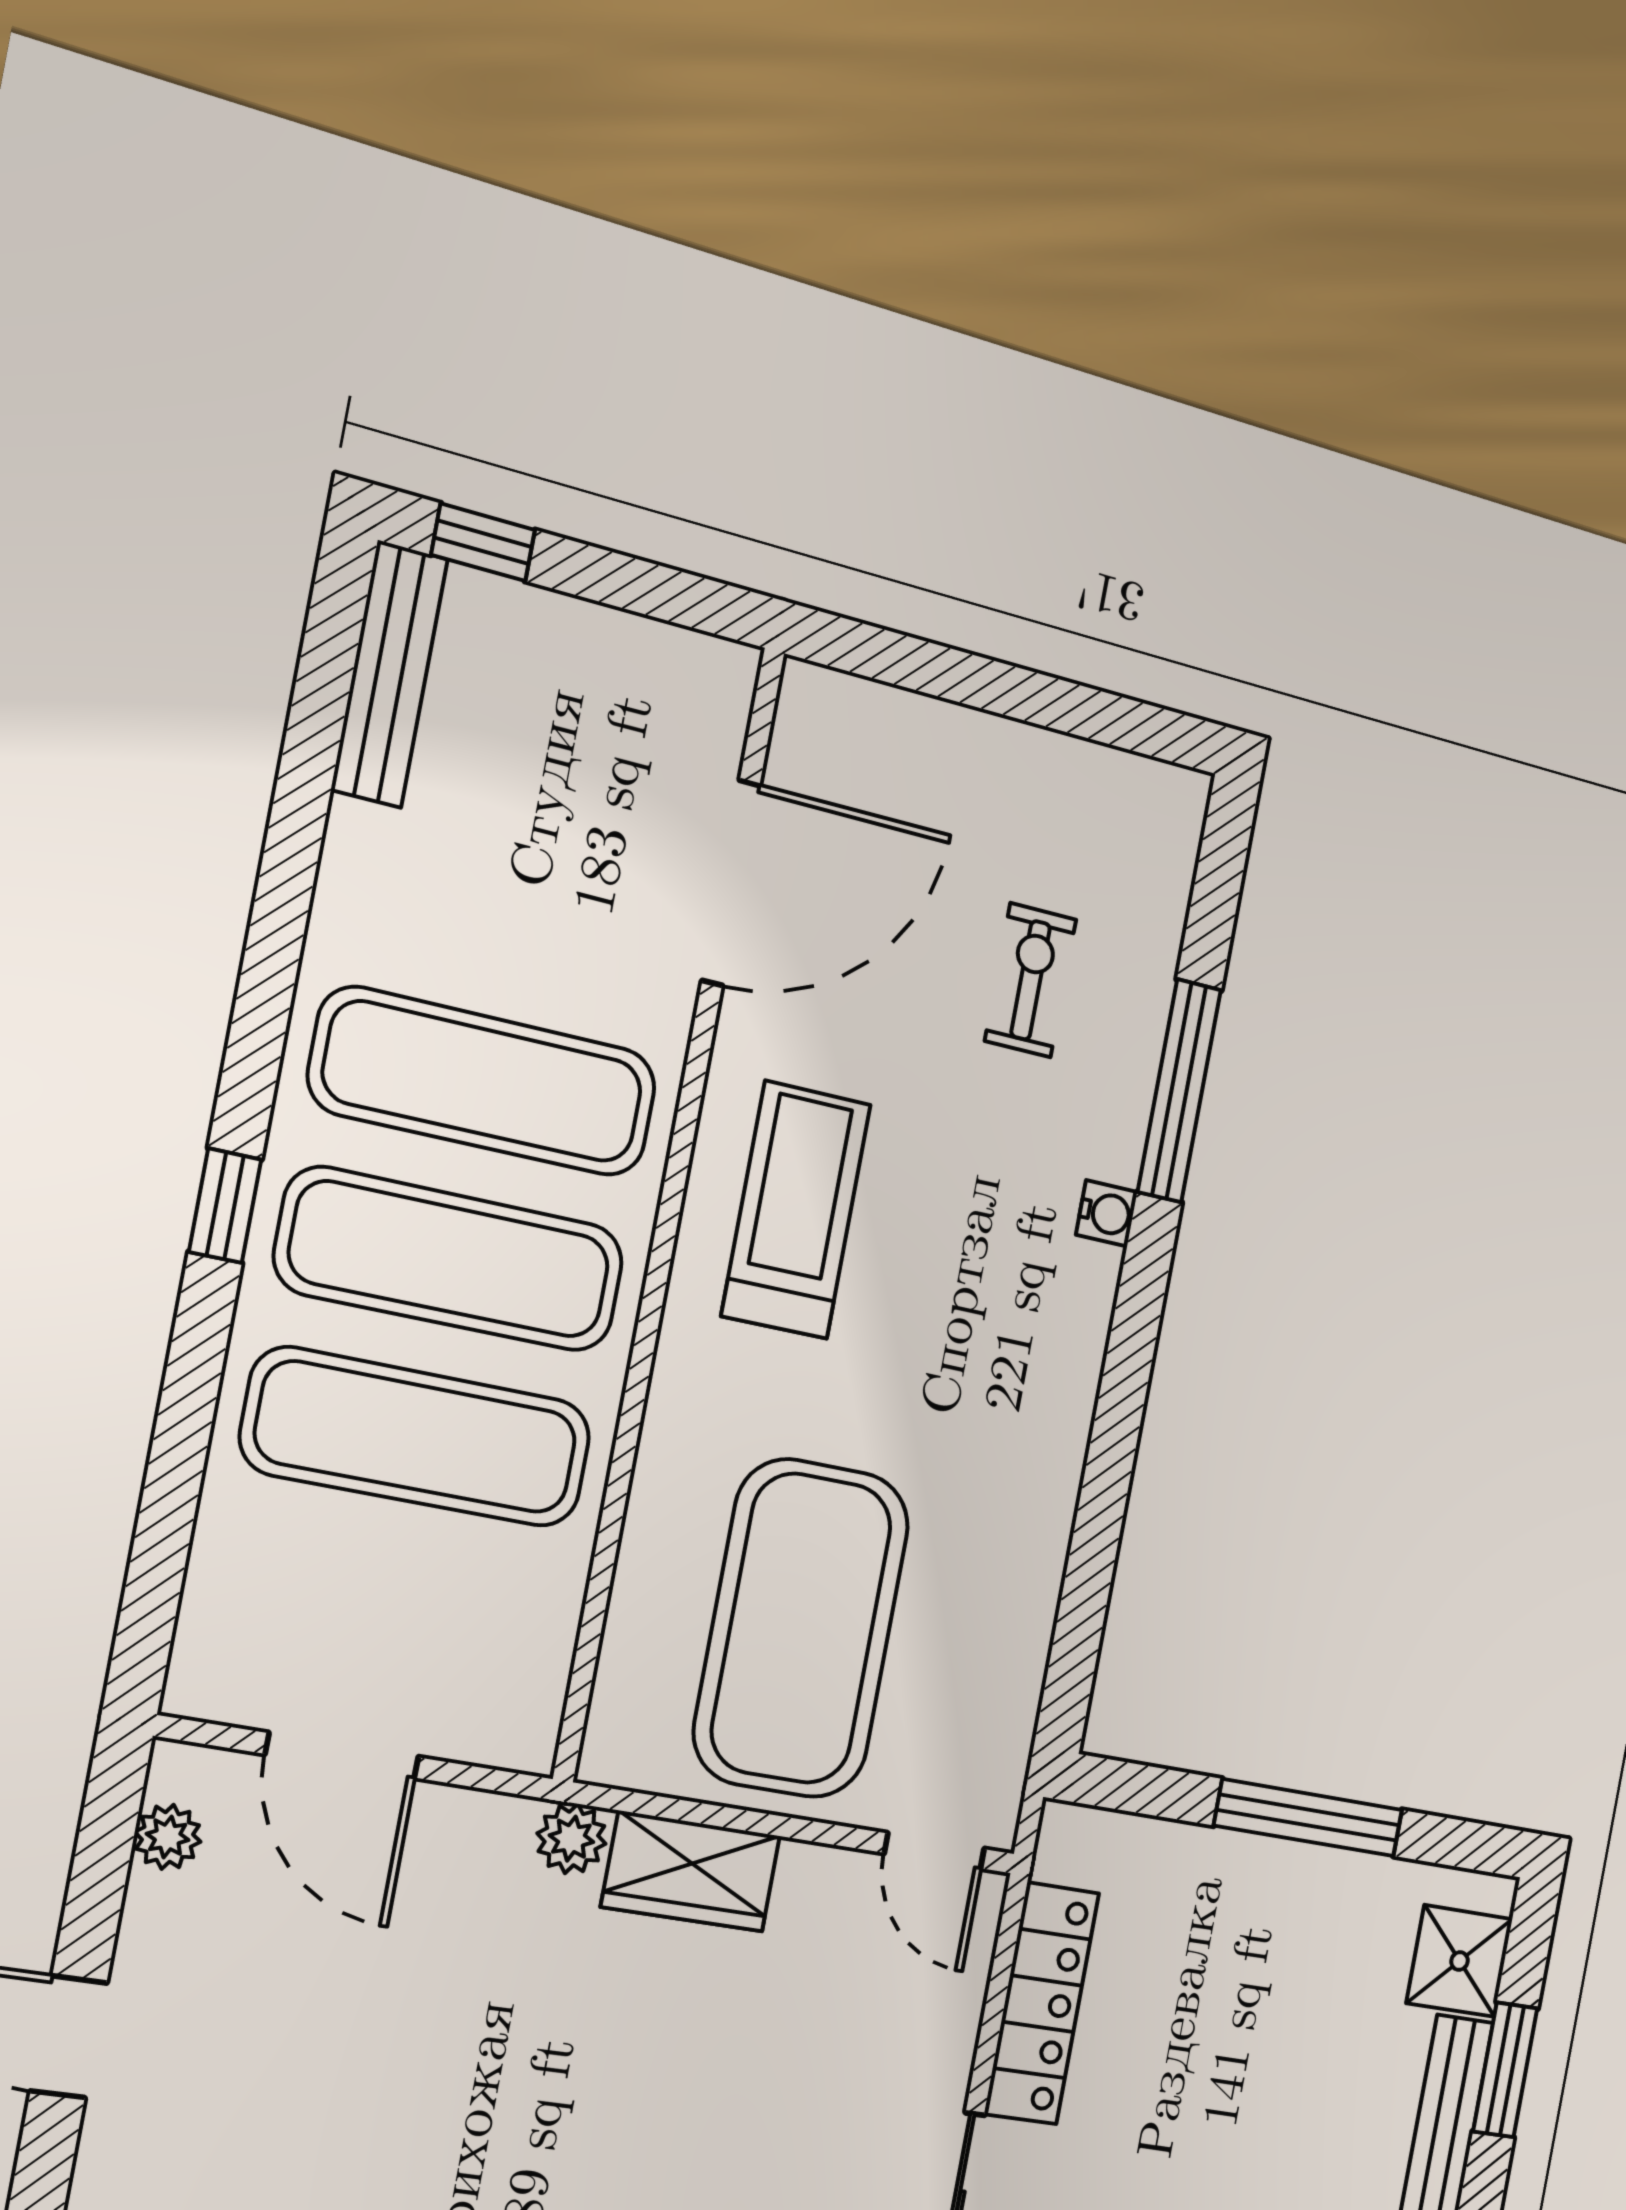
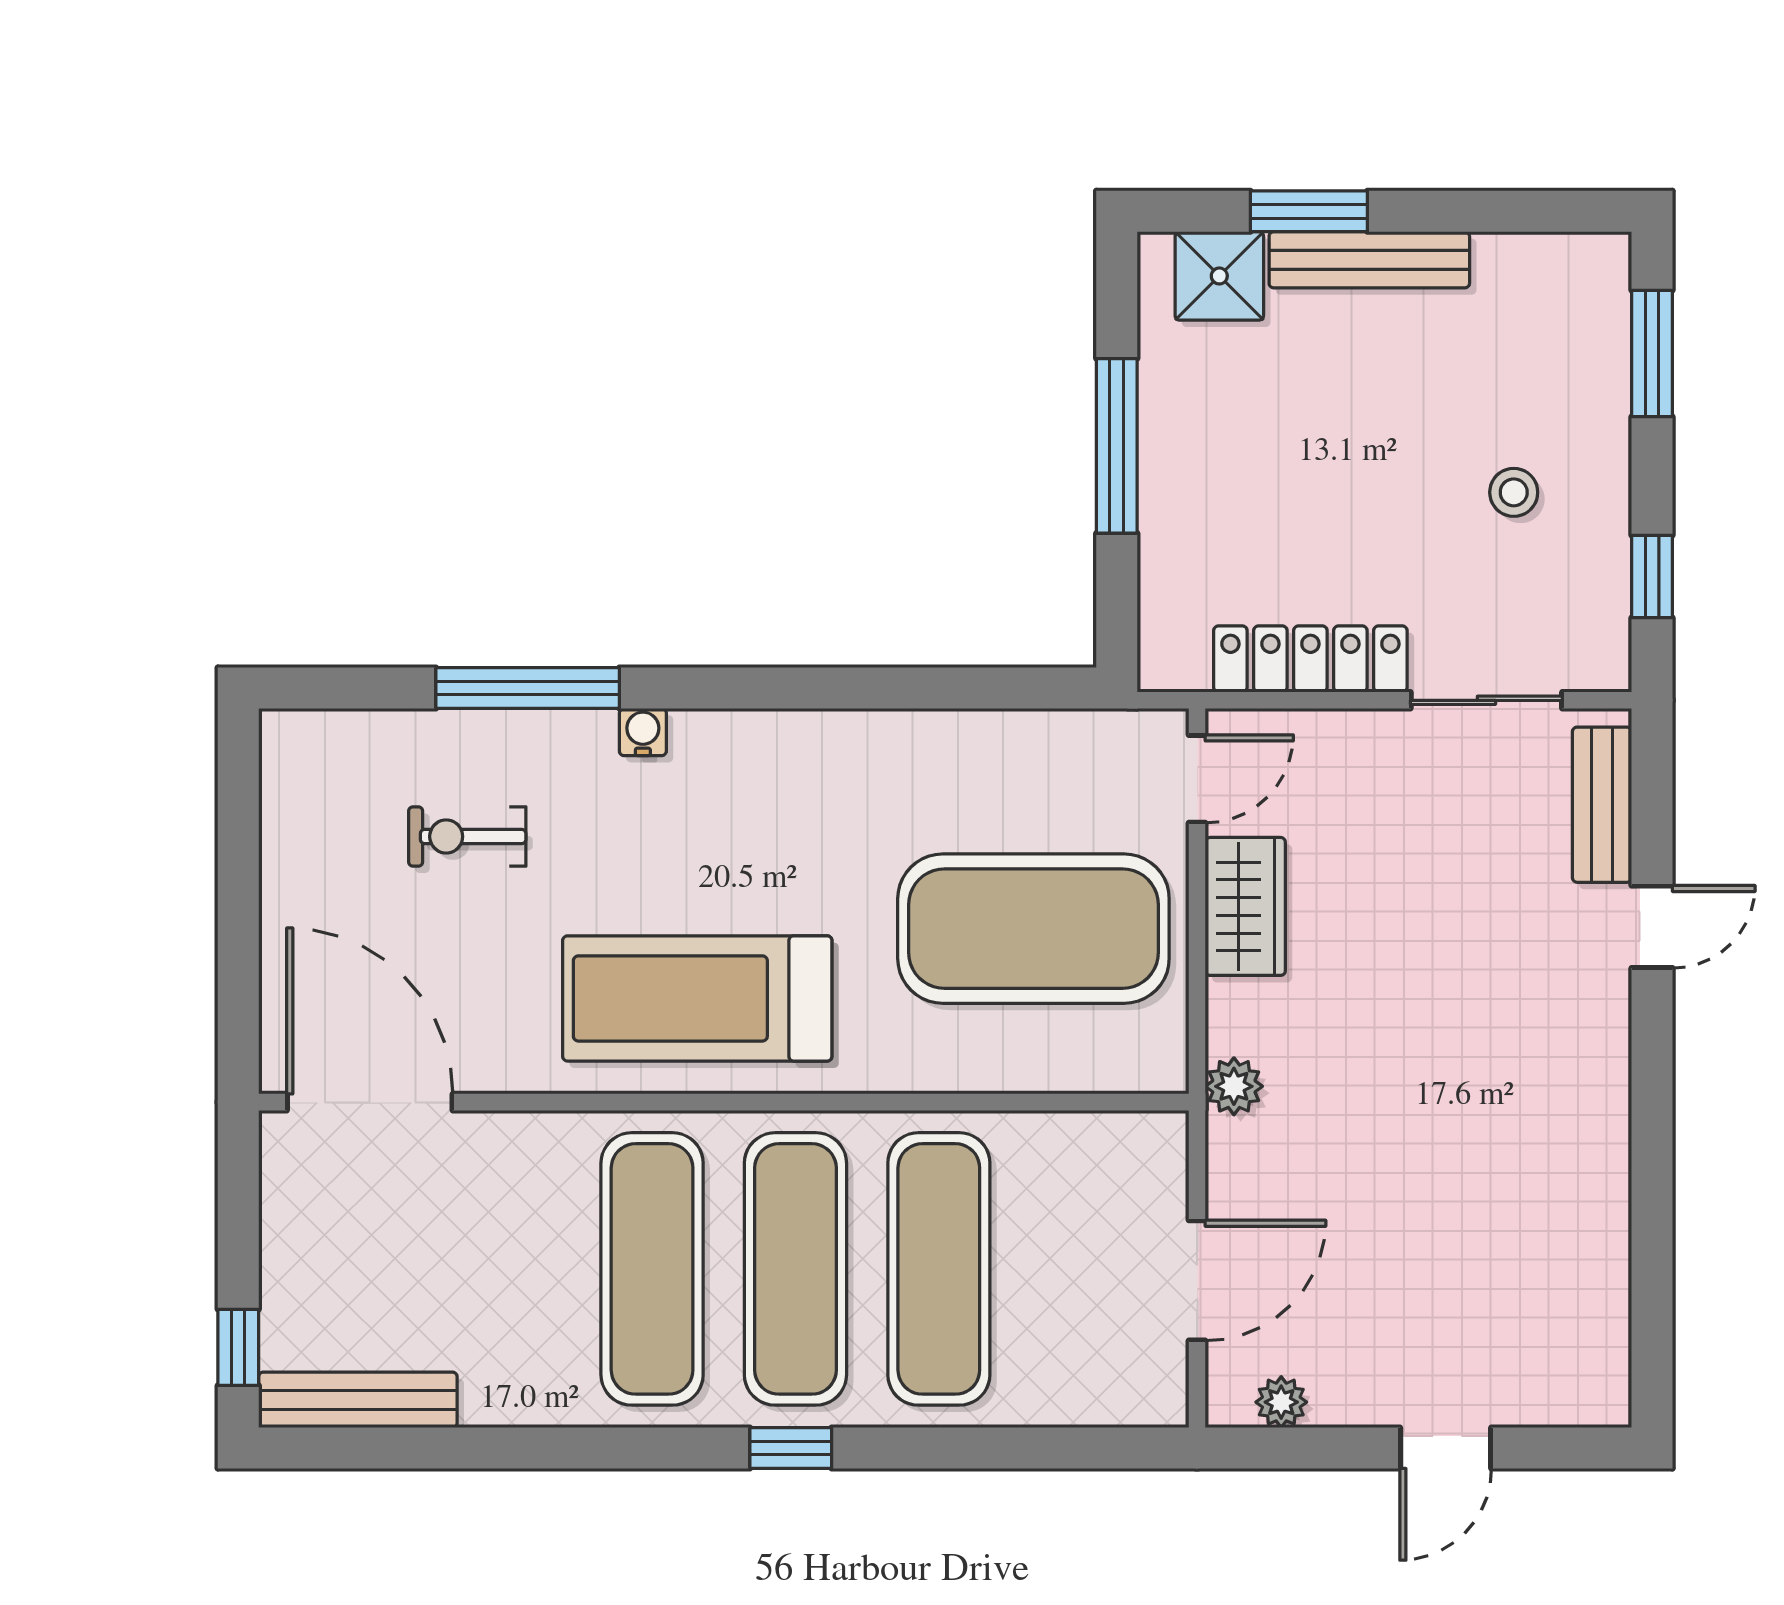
door: (731, 883) -> (370, 1102), moved
treadmill: (796, 1210) -> (697, 998), width x1.37, depth x1.38
wardrobe: (691, 1871) -> (1245, 906), moved

